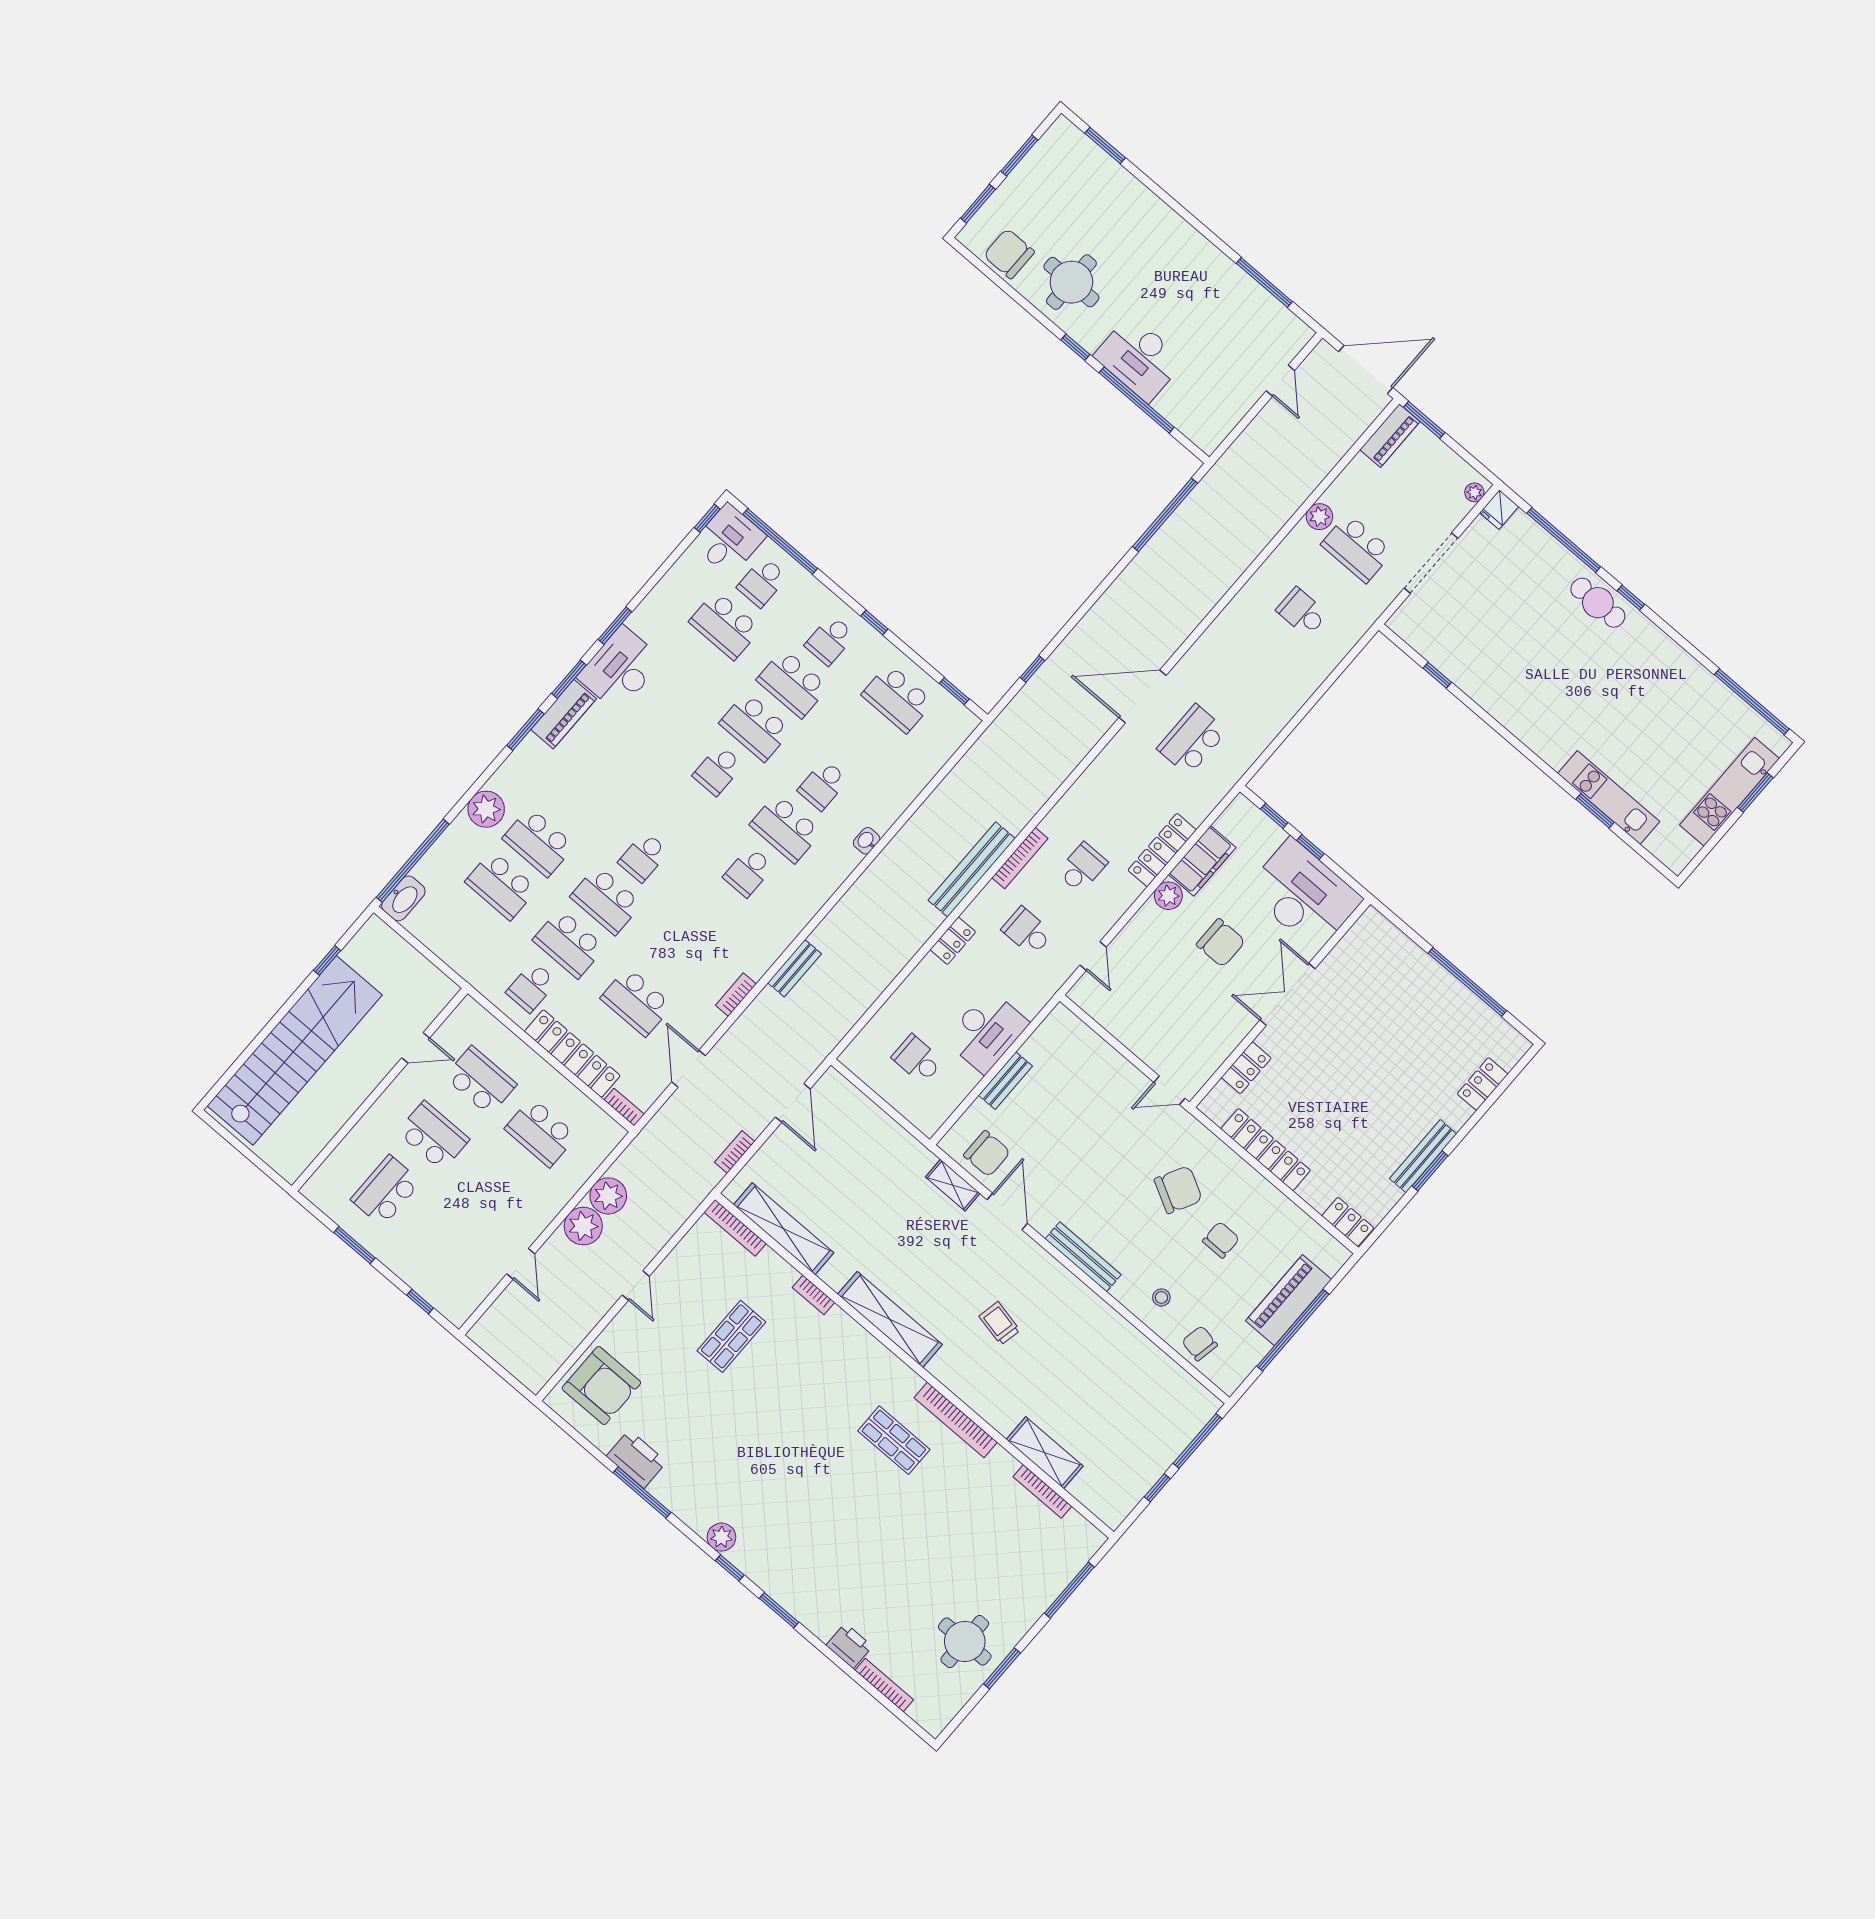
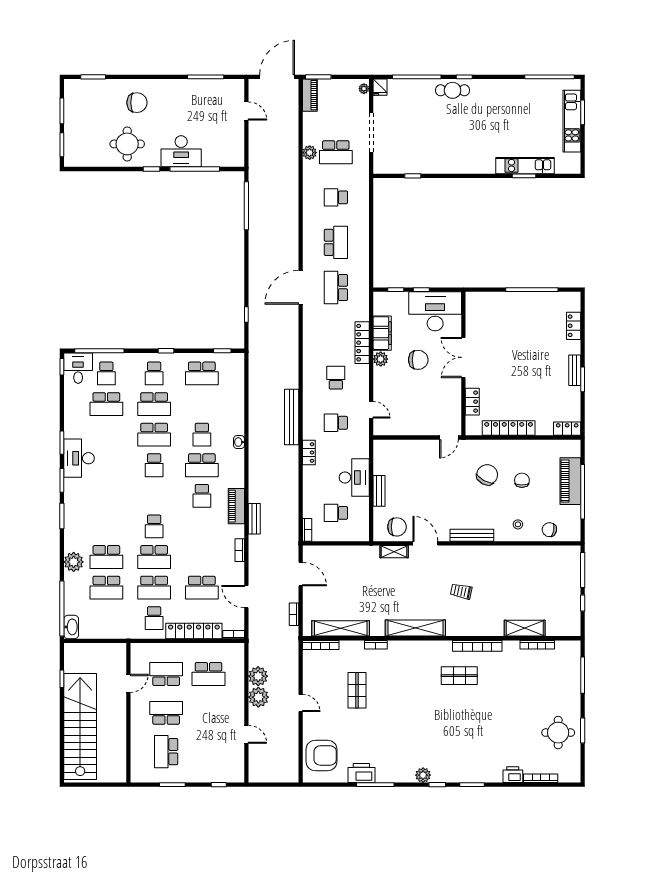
chair: (1009, 254) -> (137, 103), moved, turned 180
school desk: (1247, 676) -> (336, 242), added
piano: (564, 714) -> (236, 506), moved, turned 180
bookcase: (1020, 858) -> (307, 530), moved, width x0.64
bench: (1423, 1156) -> (575, 370), width x0.73

